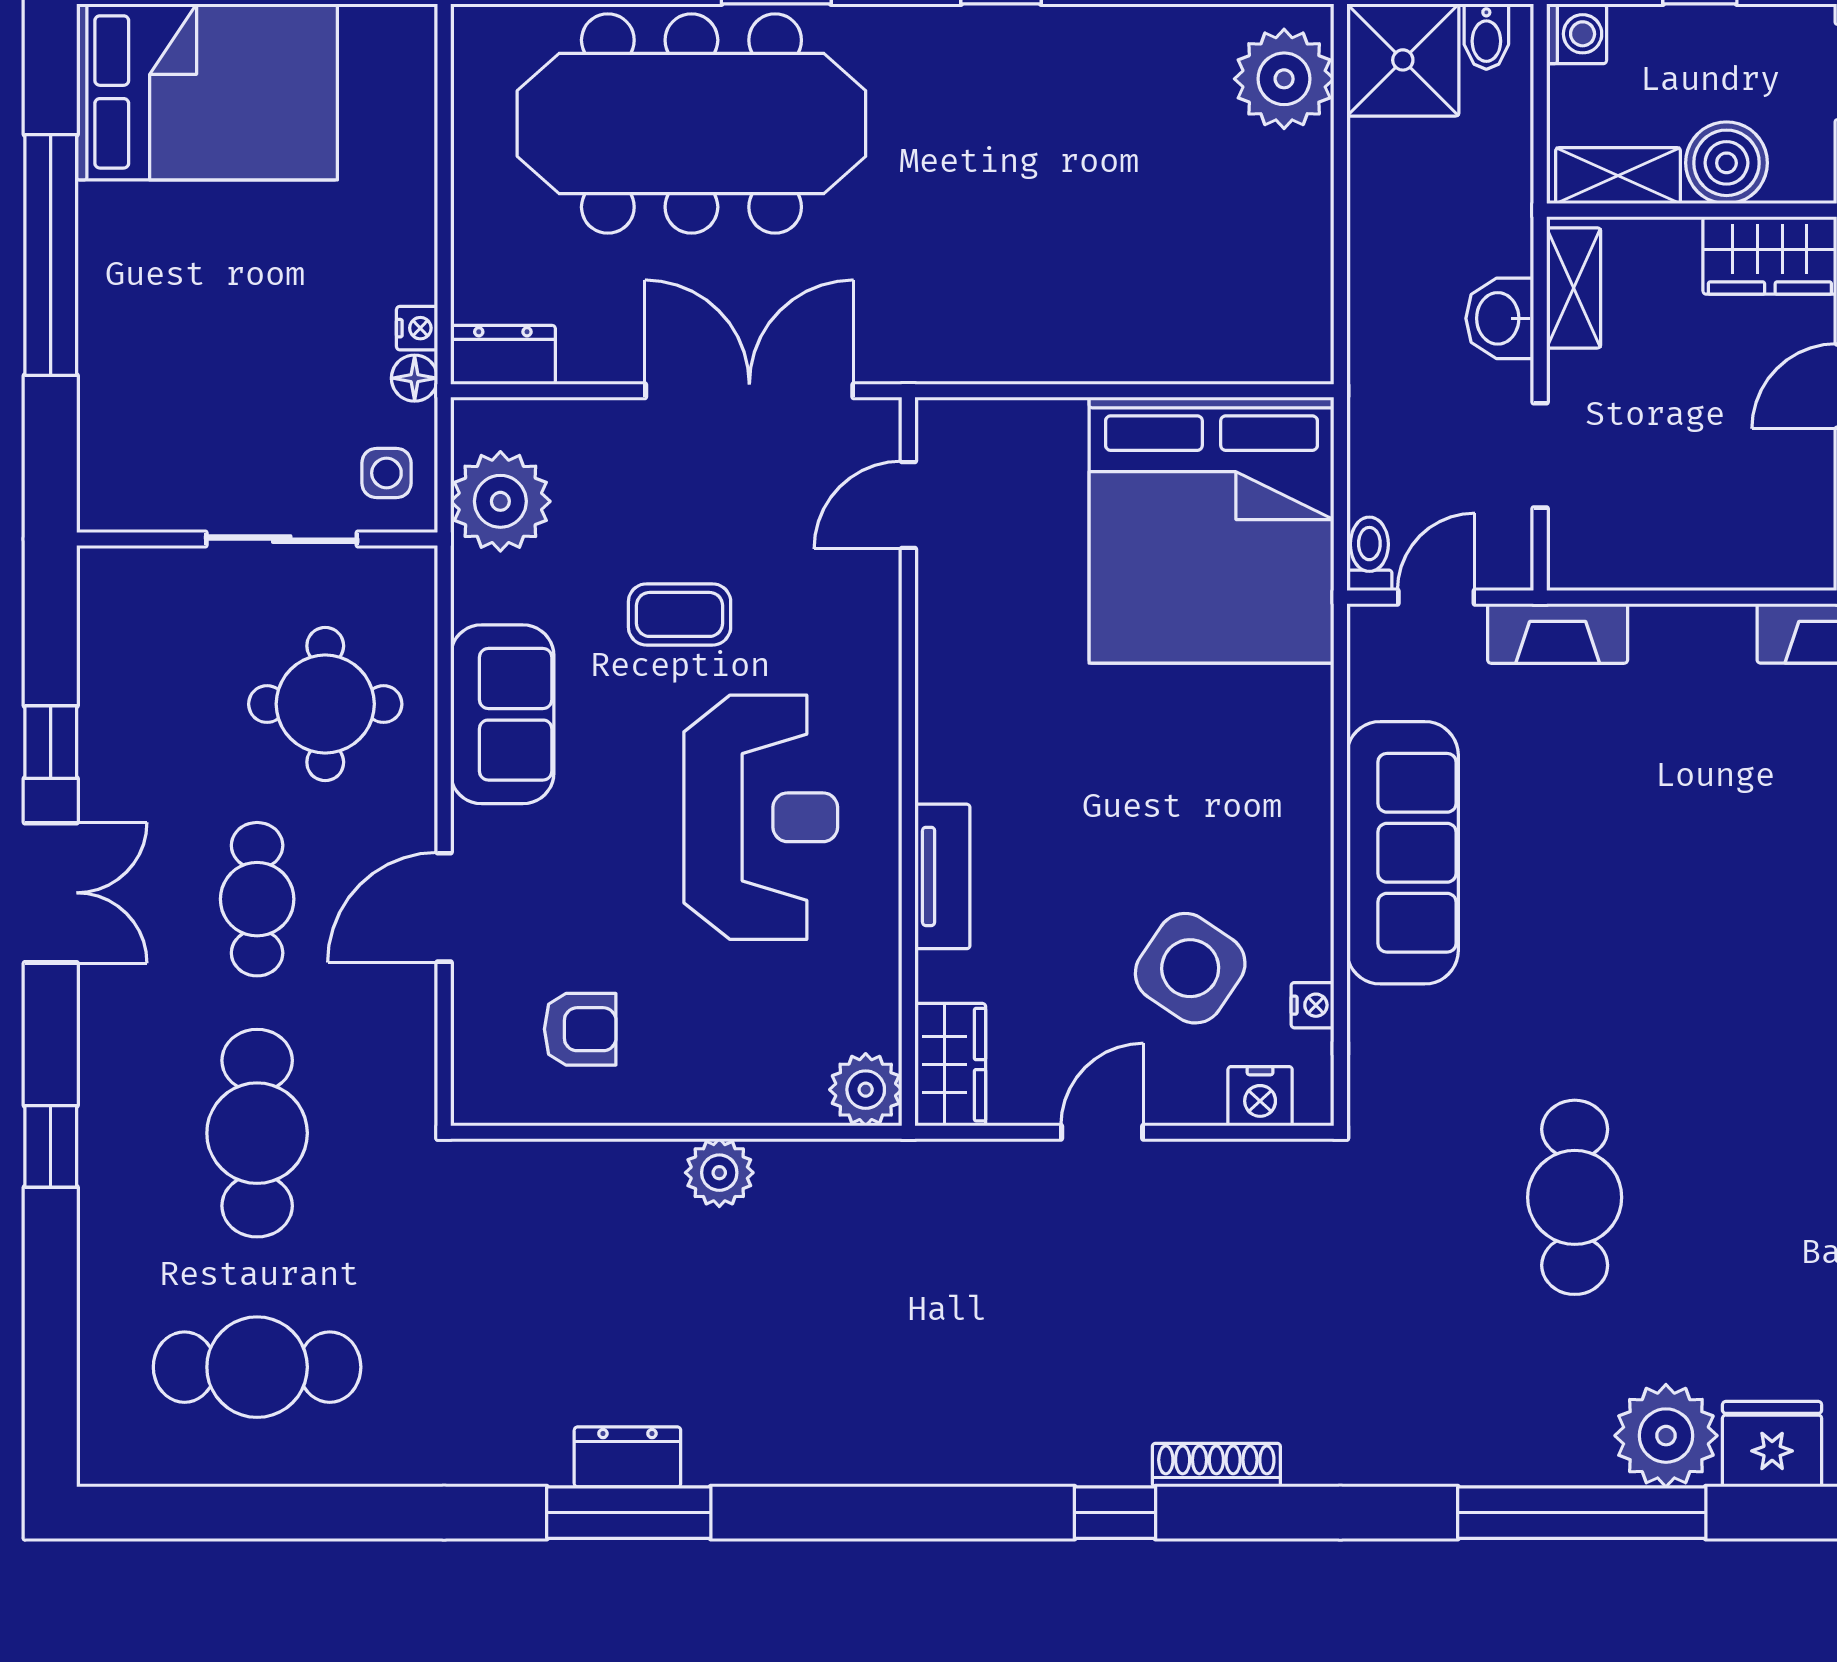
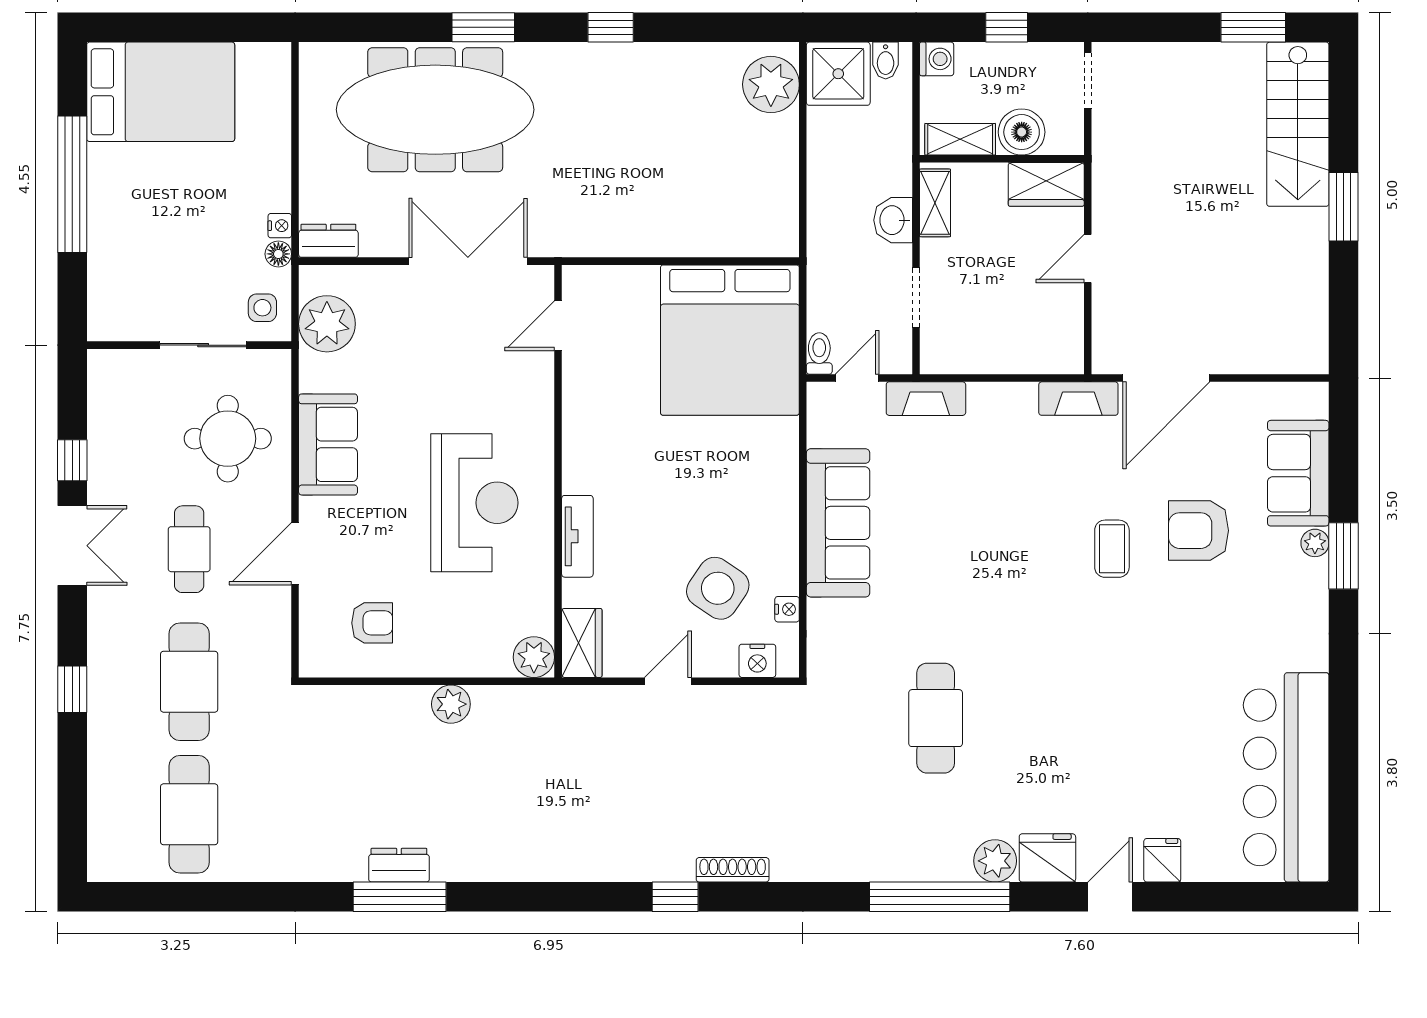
coffee table: (680, 614) -> (428, 388), removed
cafe table: (257, 1367) -> (189, 814), turned 90
plant: (1666, 1436) -> (995, 861), width x0.73, depth x0.73

